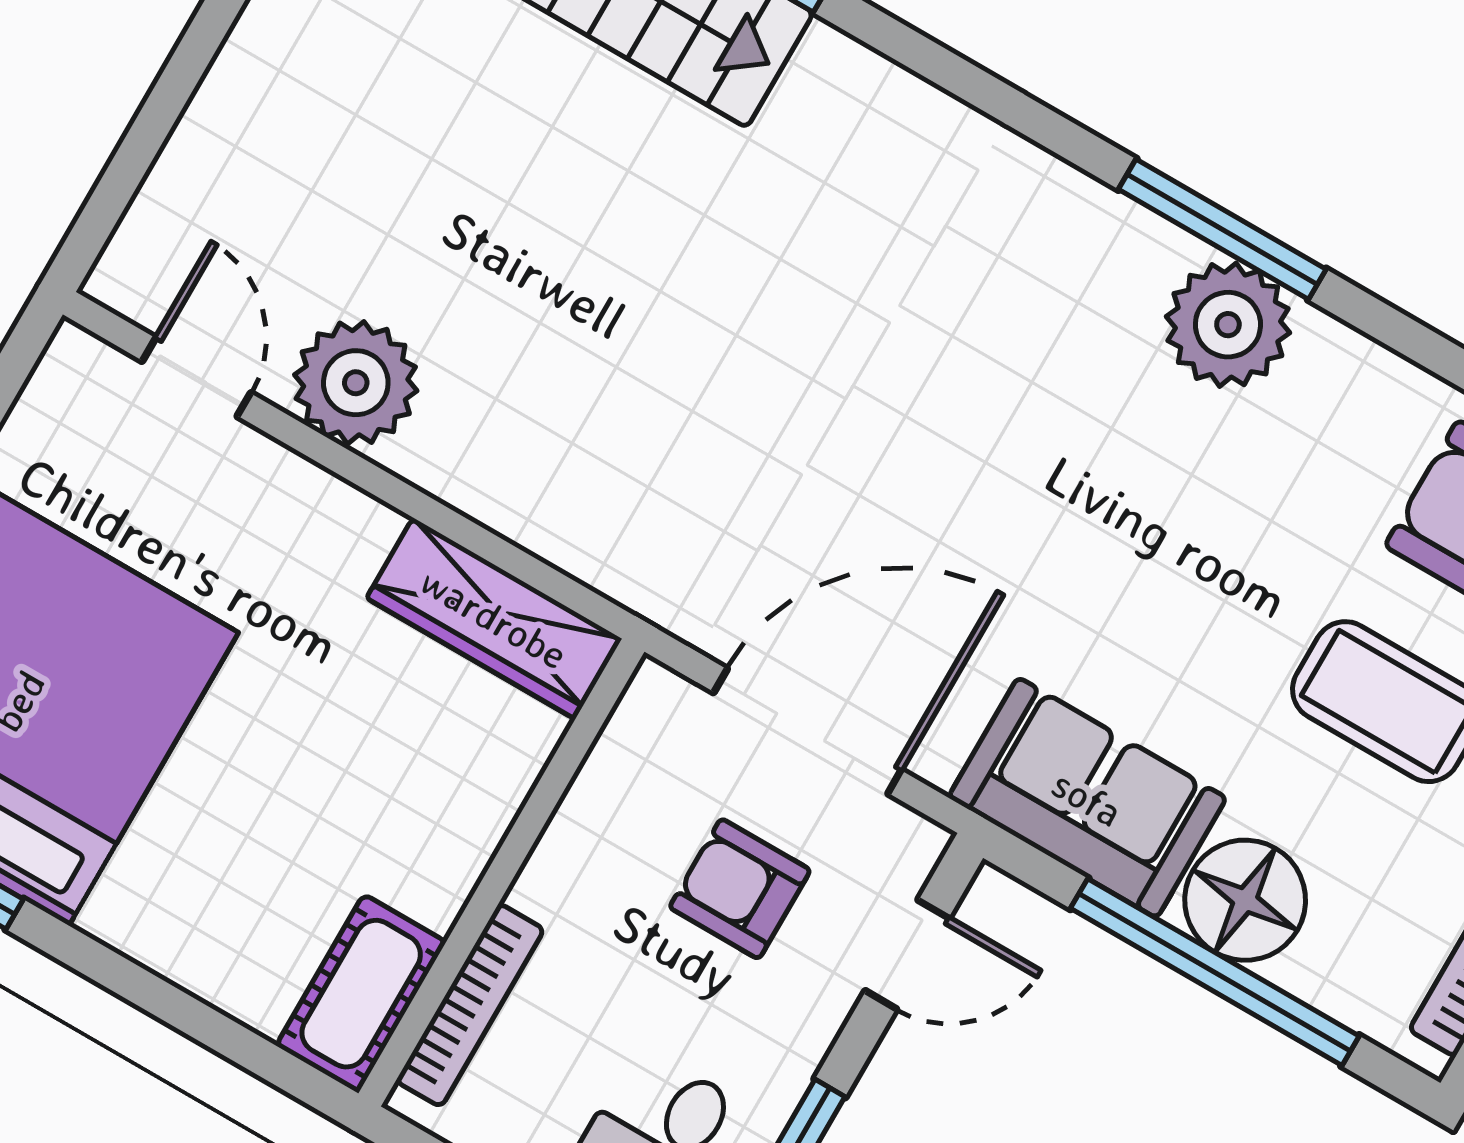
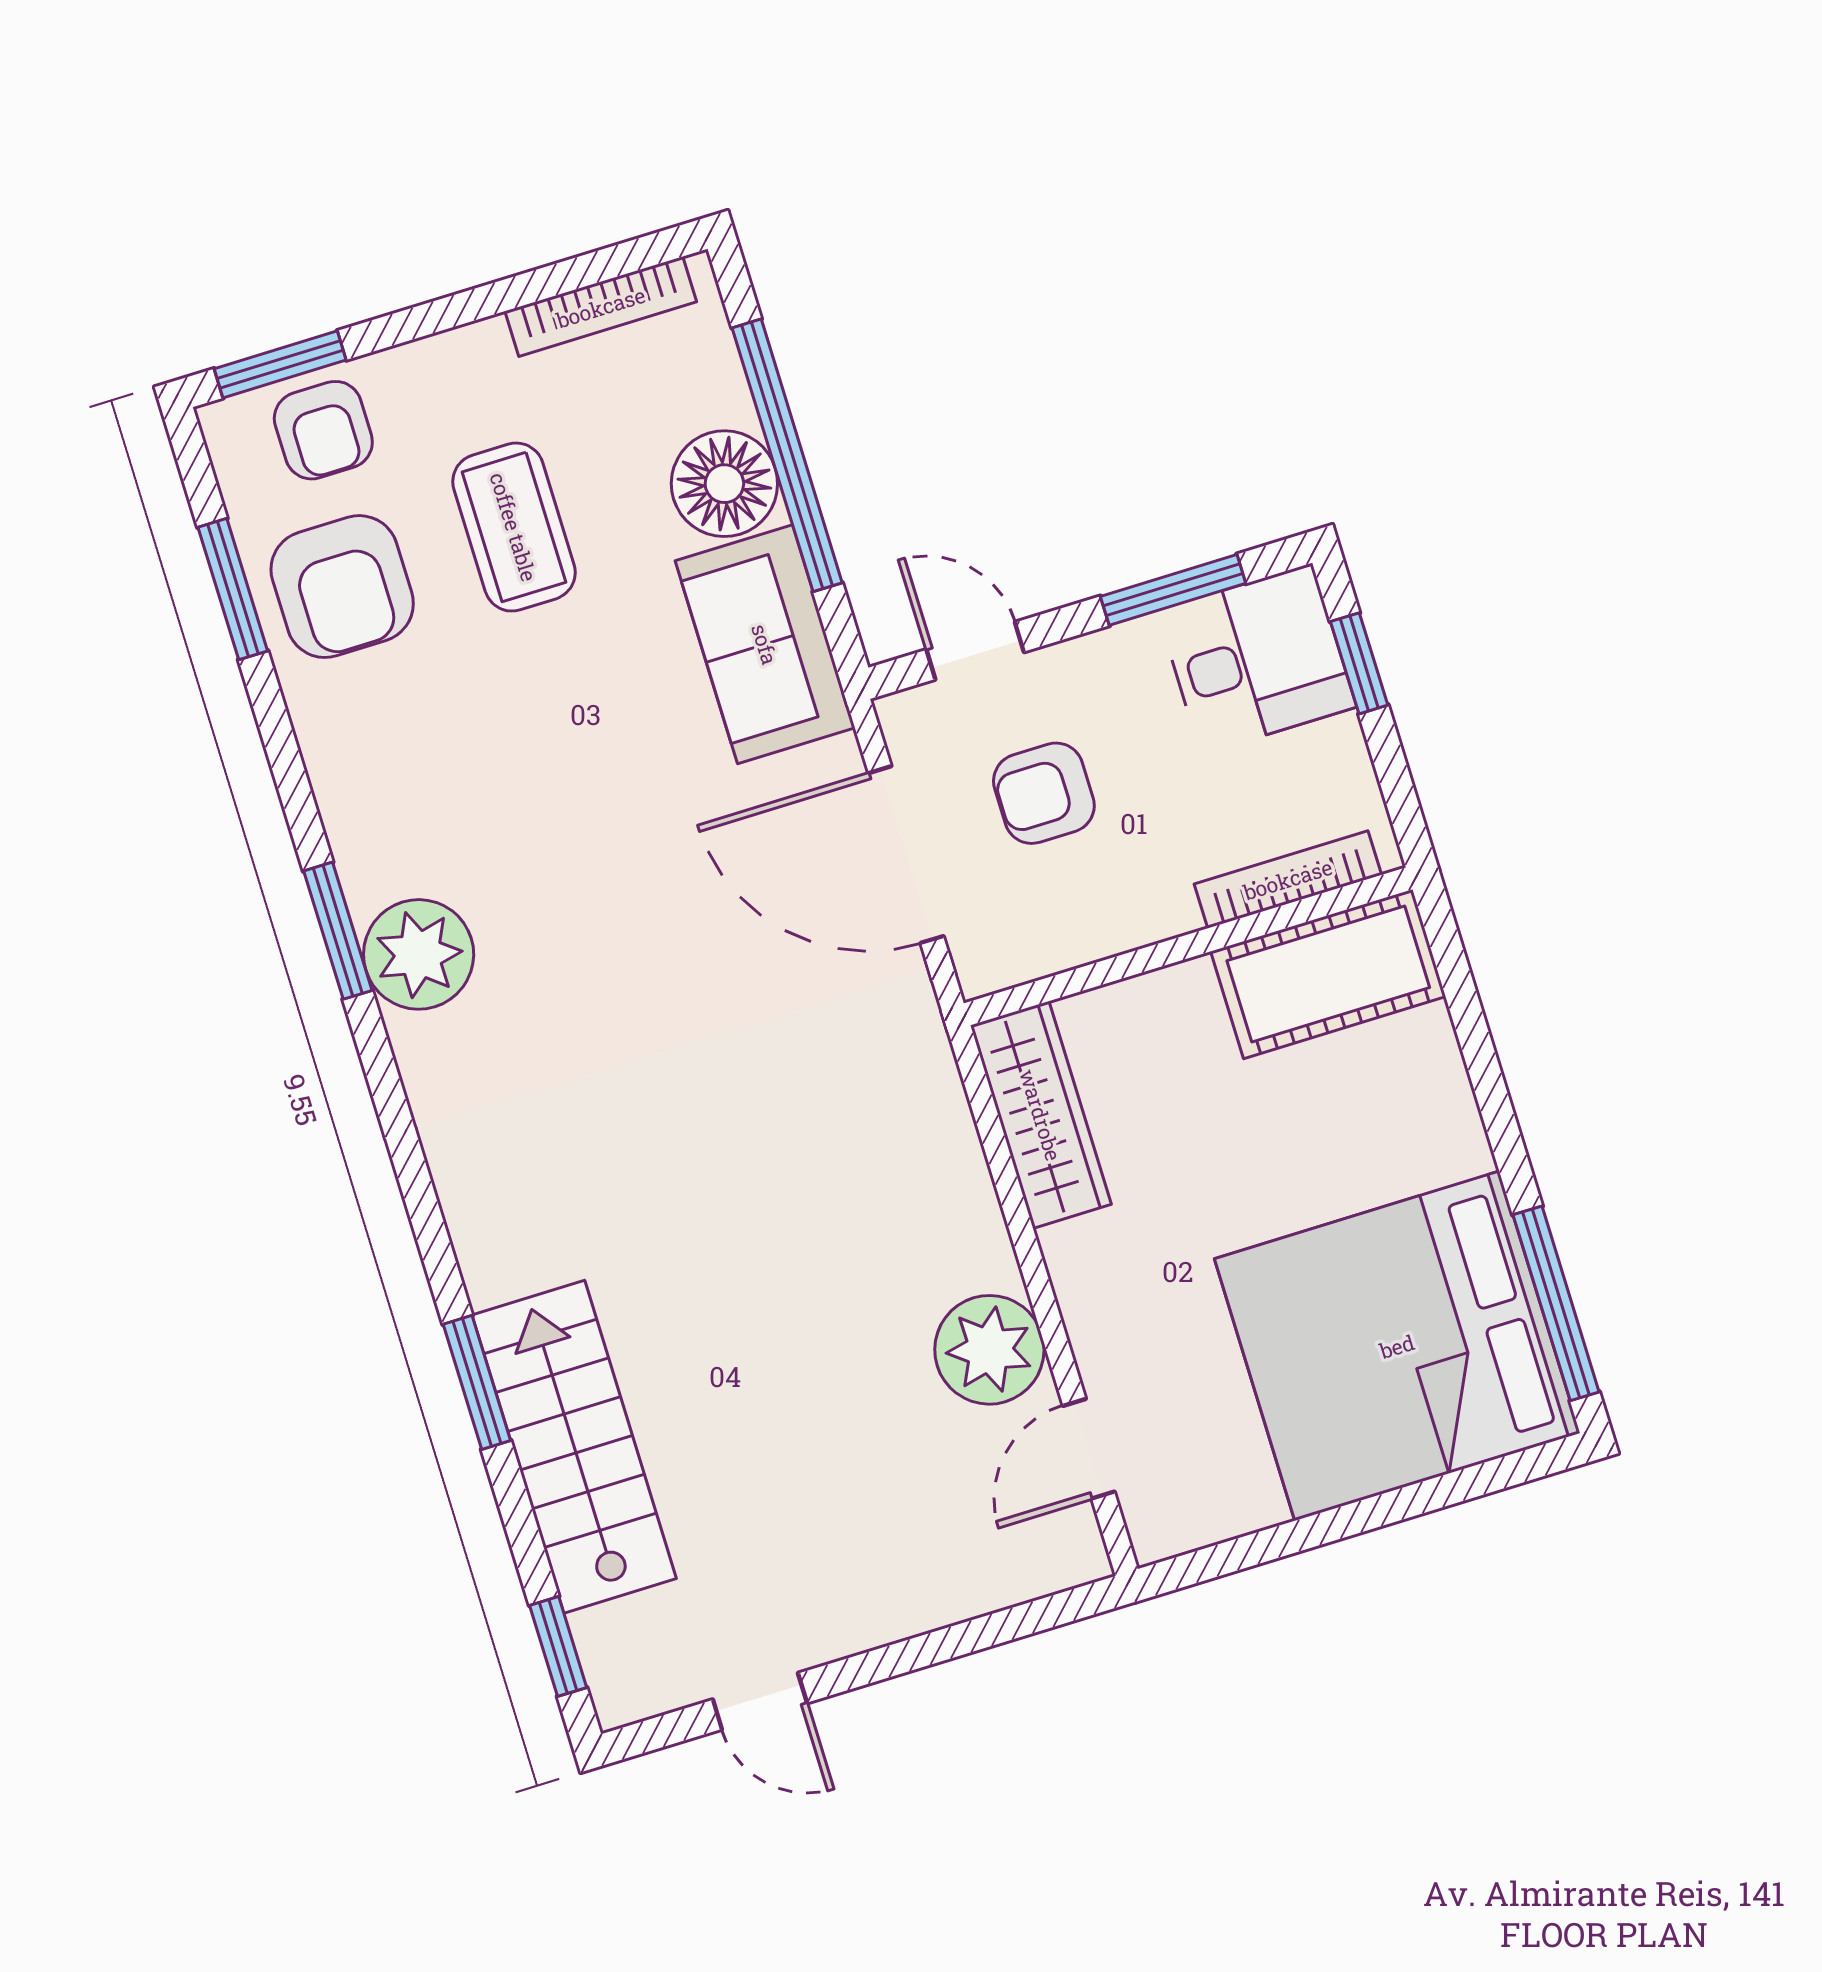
window: (1222, 229) -> (338, 931), width x0.69
plant: (1228, 325) -> (419, 954), moved
armchair: (740, 889) -> (1044, 793), turned 90
cot: (361, 994) -> (1328, 974), width x1.37, depth x1.34

